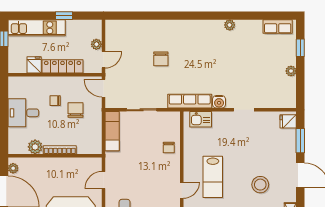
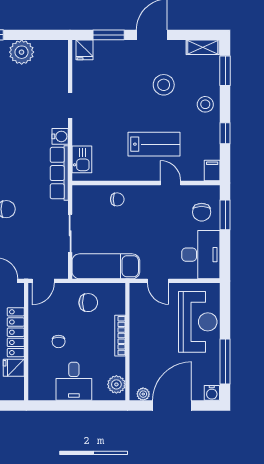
plant: (291, 71) -> (22, 52), width x1.88, depth x1.88
chair: (75, 110) -> (88, 303), moved, turned 180
exam couch: (112, 131) -> (106, 266), width x1.36, depth x1.45
plant: (35, 147) -> (116, 384), moved

